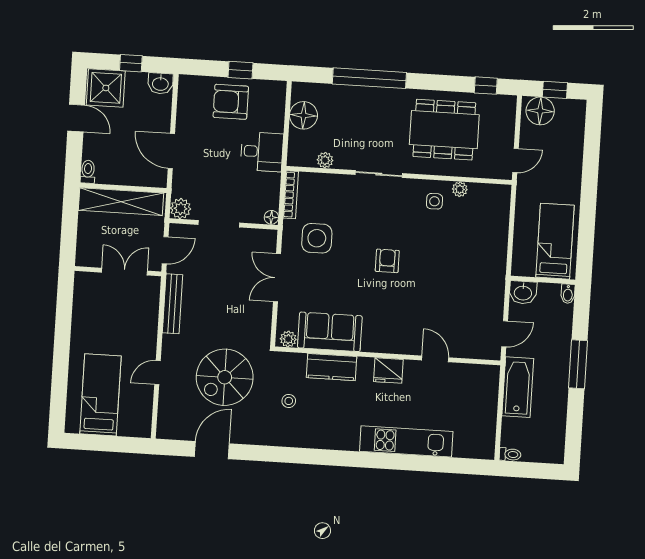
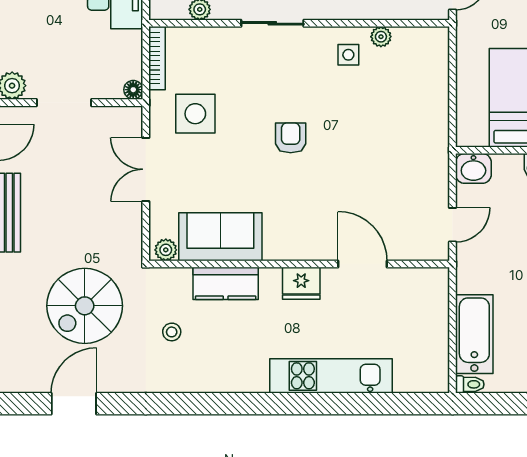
door: (435, 359) -> (362, 264), width x1.38
bathtub: (518, 387) -> (474, 334), moved

